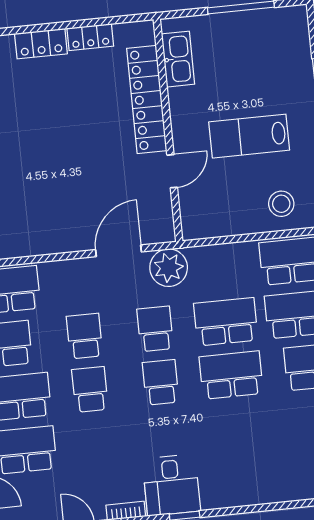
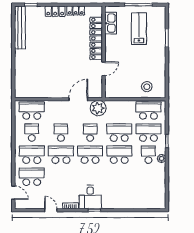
lab bench: (249, 136) -> (139, 29), moved, turned 90
school desk: (161, 382) -> (90, 155), width x1.85
school desk: (90, 389) -> (61, 155), width x1.85

